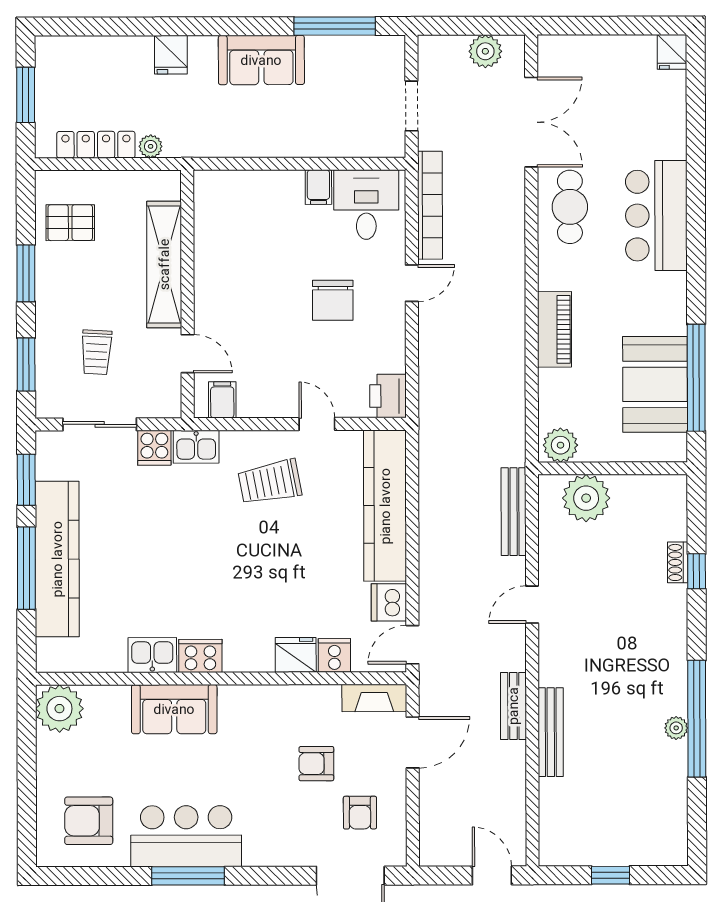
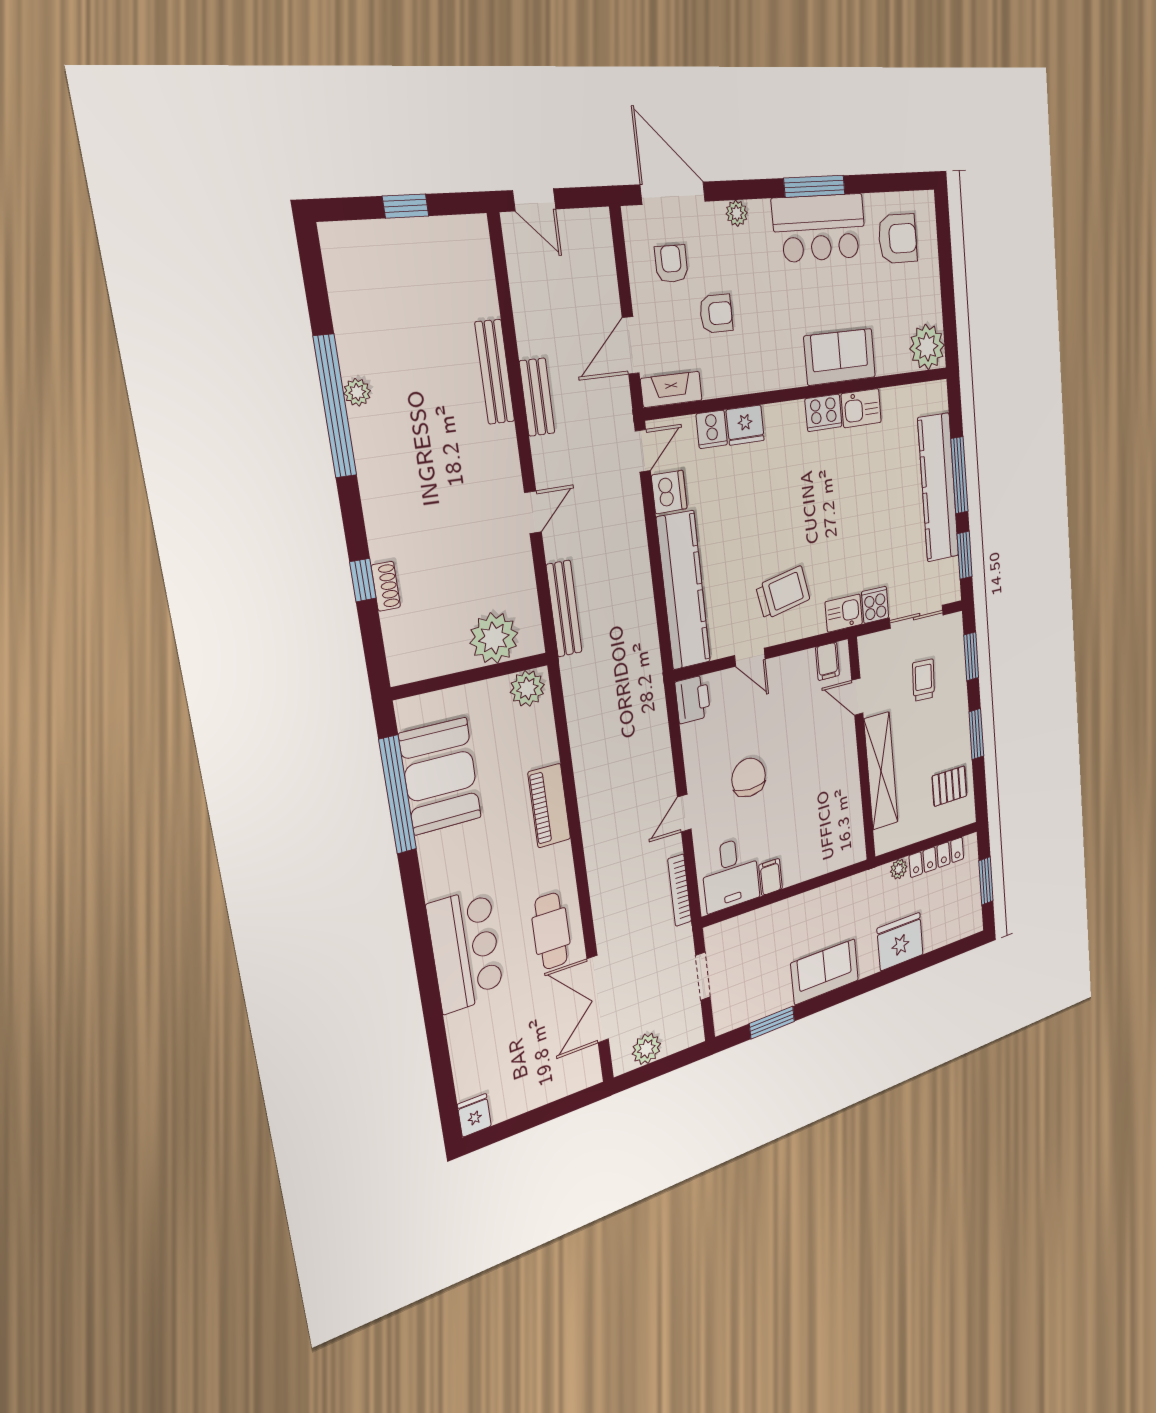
window: (335, 26) -> (772, 1022), width x0.69
fridge: (171, 55) -> (900, 941), width x1.88, depth x1.34
bookcase: (430, 205) -> (680, 890), width x0.68, depth x0.76
plant: (282, 855) -> (737, 213), added

